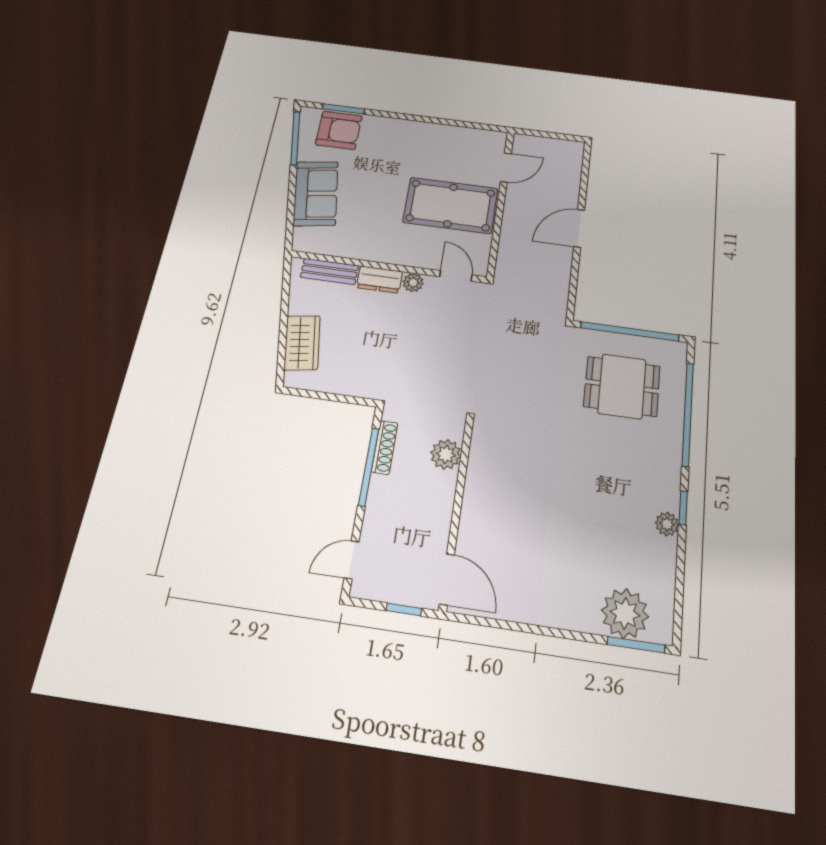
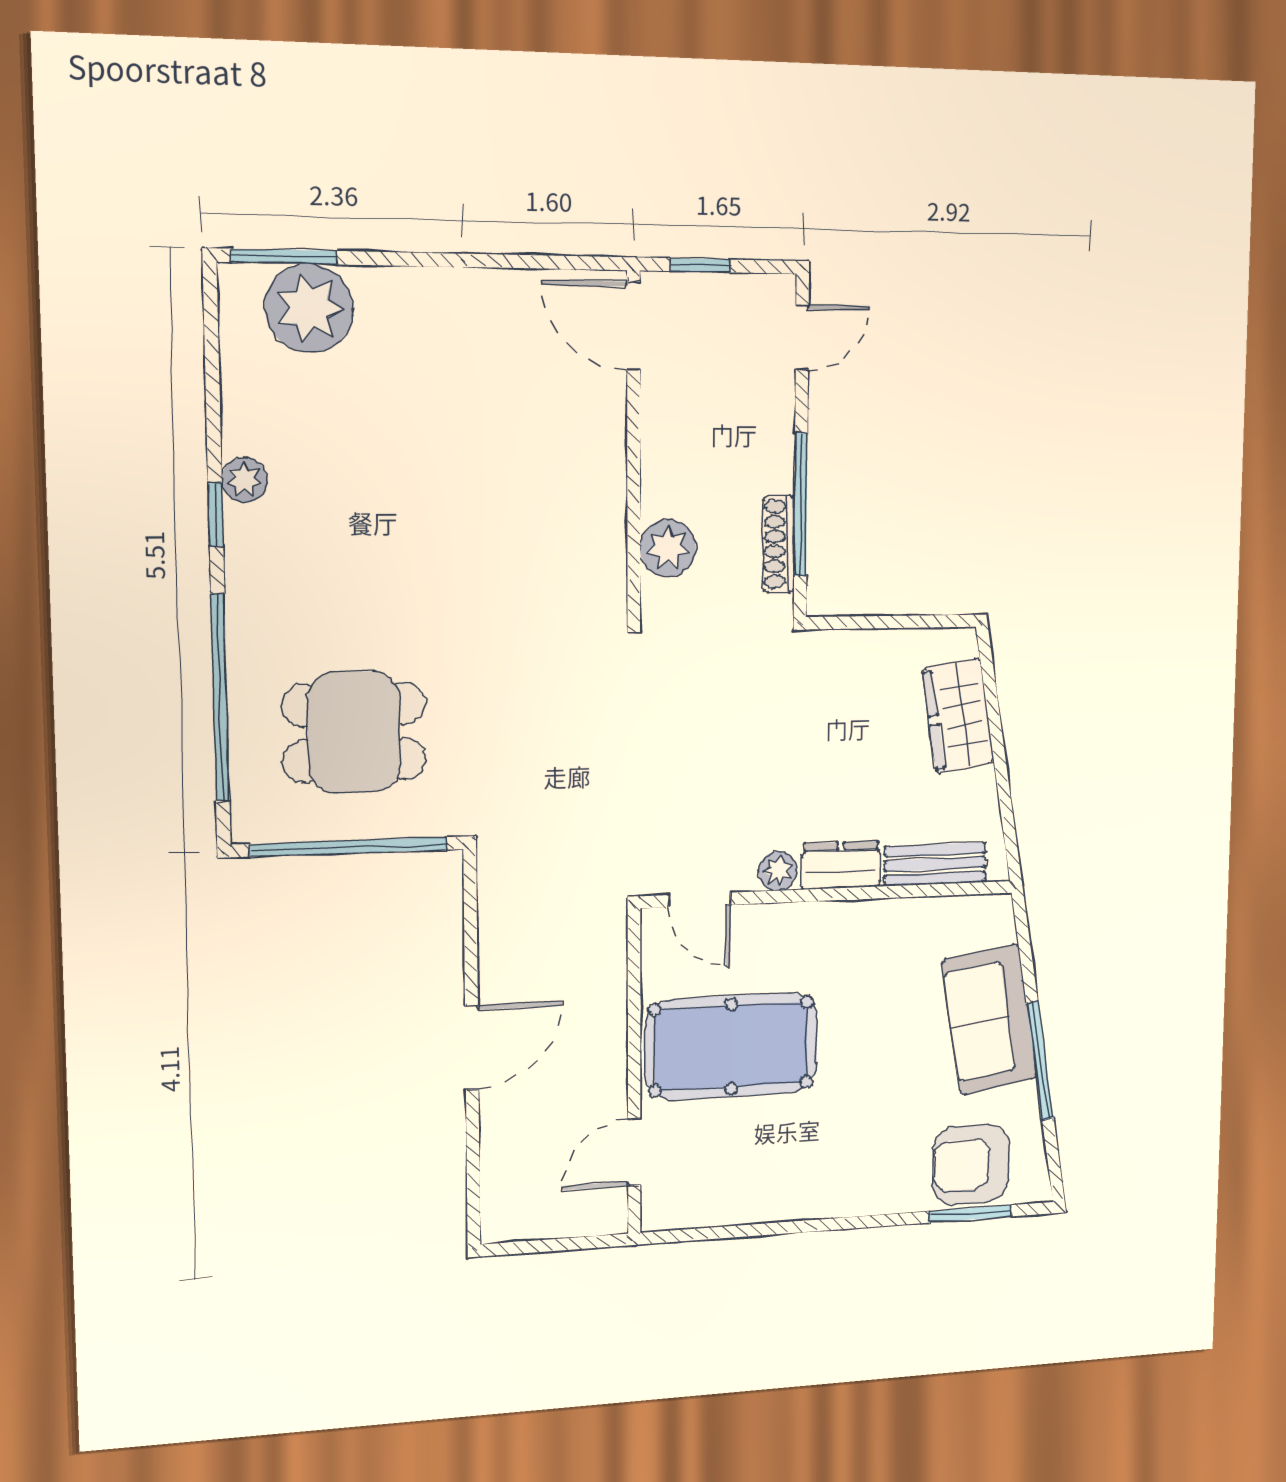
window: (295, 138) -> (1040, 1061), moved

